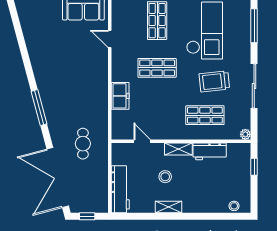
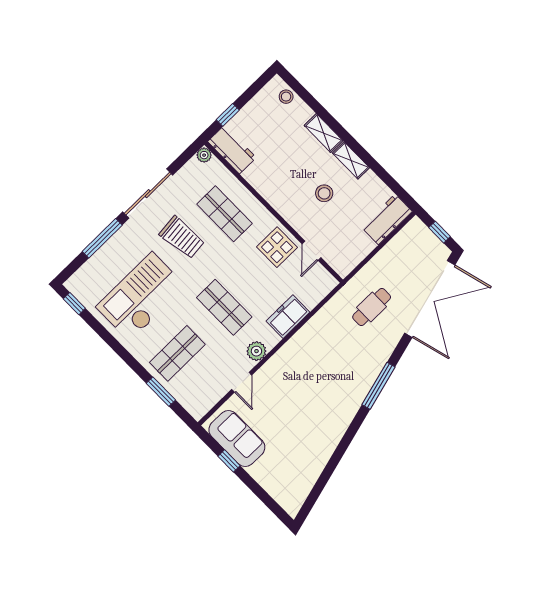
window: (254, 26) -> (102, 238), moved
plant: (118, 62) -> (256, 351), added
display table: (161, 125) -> (277, 247), added
shelving: (178, 149) -> (324, 133), moved
workbench: (210, 151) -> (232, 150), moved
workbench: (120, 189) -> (387, 219), width x0.73

